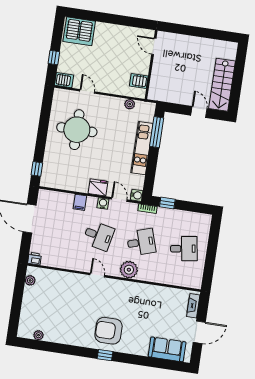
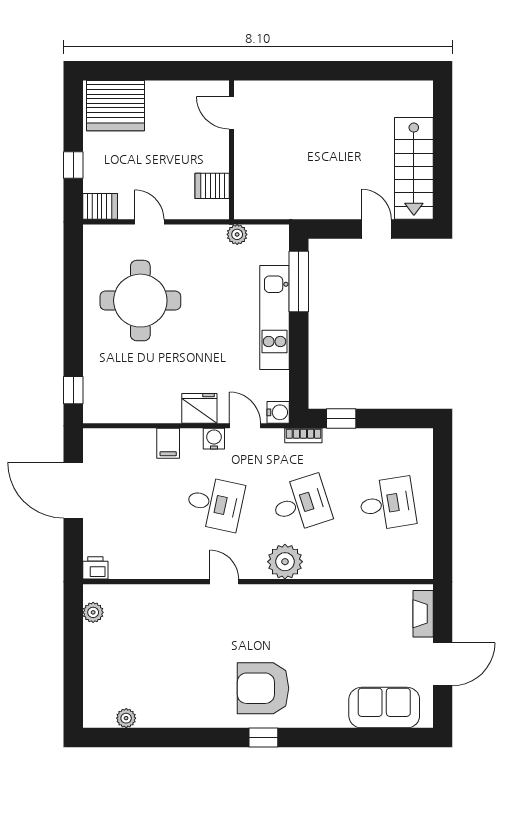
door: (154, 46) -> (232, 113), moved
wall: (151, 65) -> (232, 150), moved
server rack: (139, 81) -> (212, 186), moved

